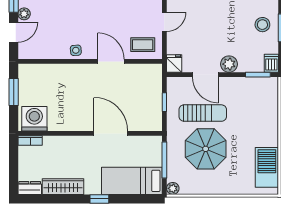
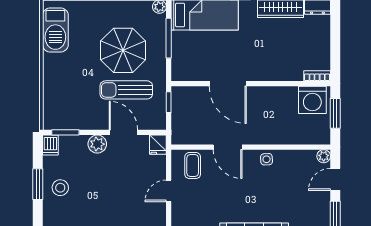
plant: (24, 14) -> (324, 156), moved
coffee table: (143, 45) -> (193, 166), turned 90
washing machine: (34, 119) -> (312, 100), moved
wall: (90, 133) -> (251, 84), moved
door: (111, 133) -> (228, 84), moved
bookcase: (30, 140) -> (317, 76), moved

